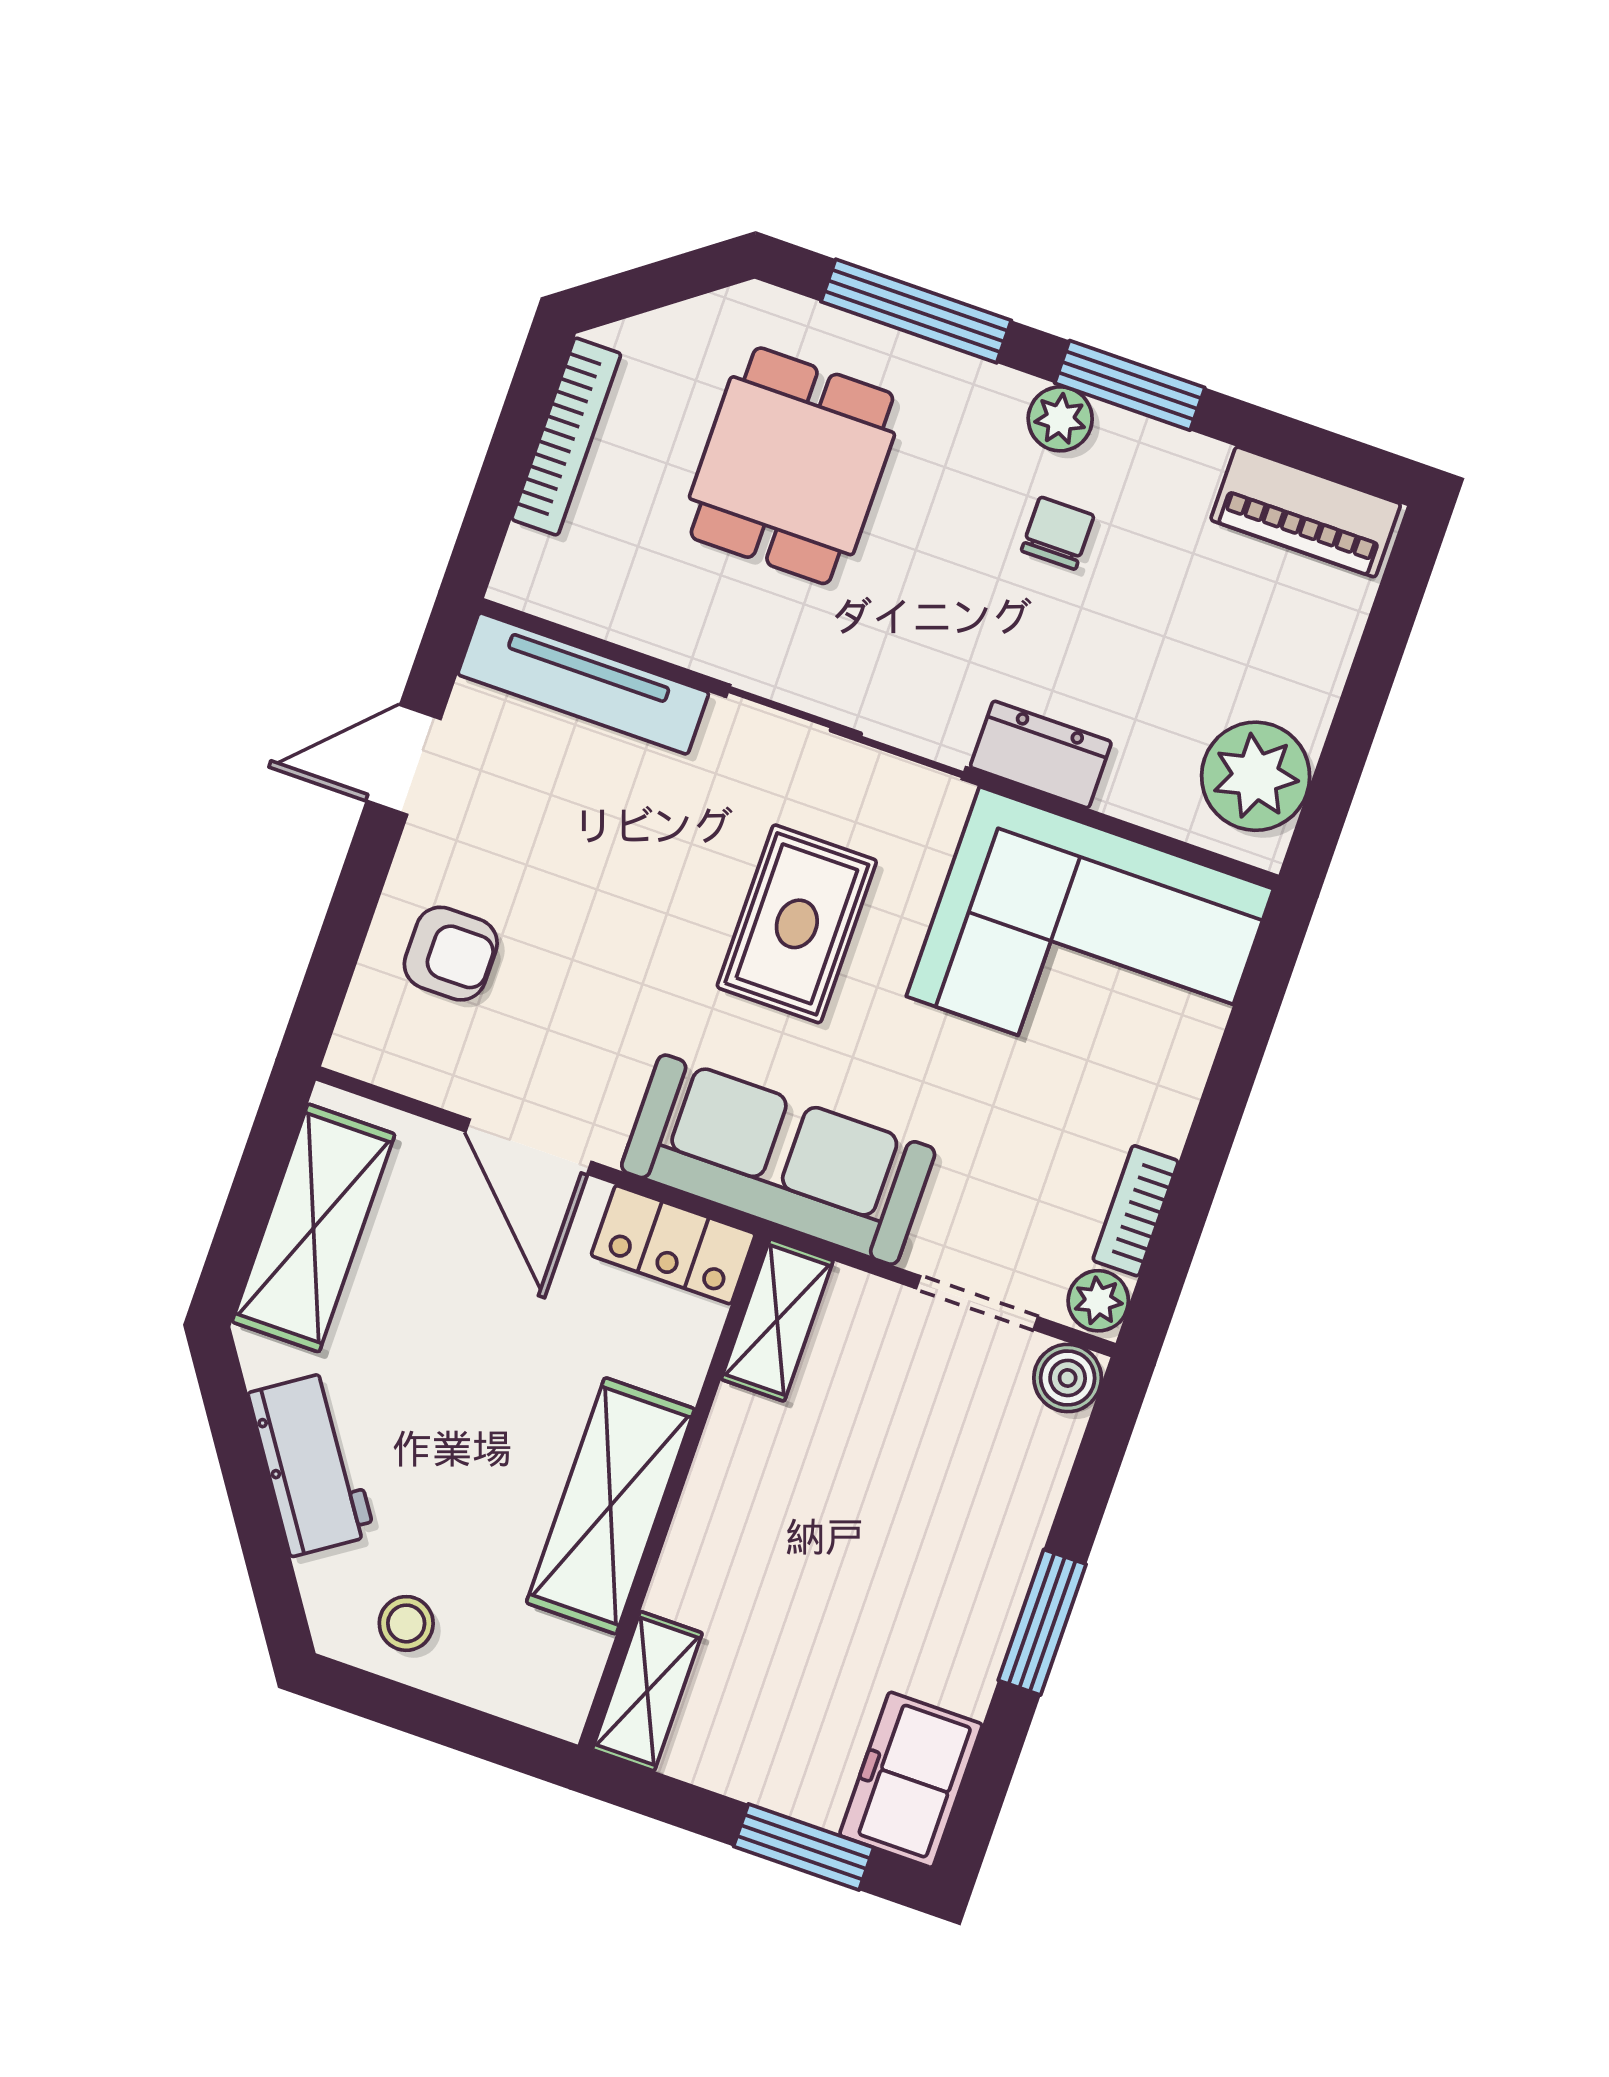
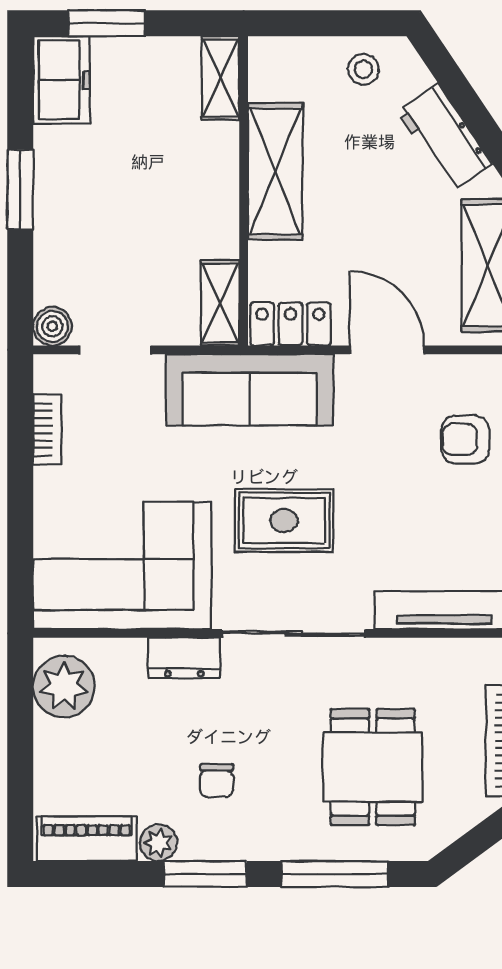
plant: (1060, 419) -> (158, 843), moved
rug: (797, 924) -> (284, 521), turned 90
plant: (1098, 1301) -> (50, 374), removed

